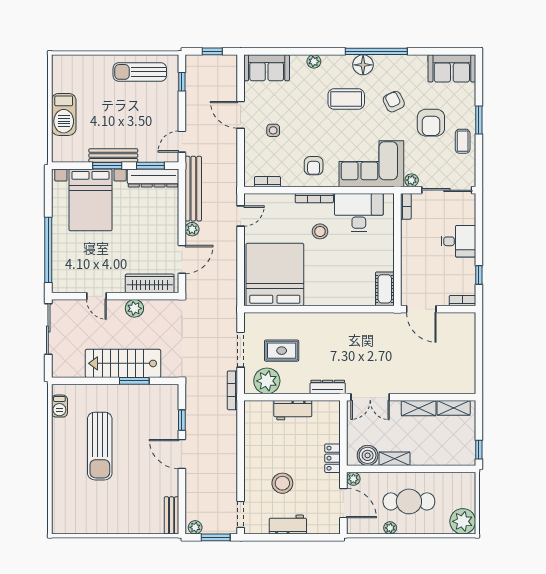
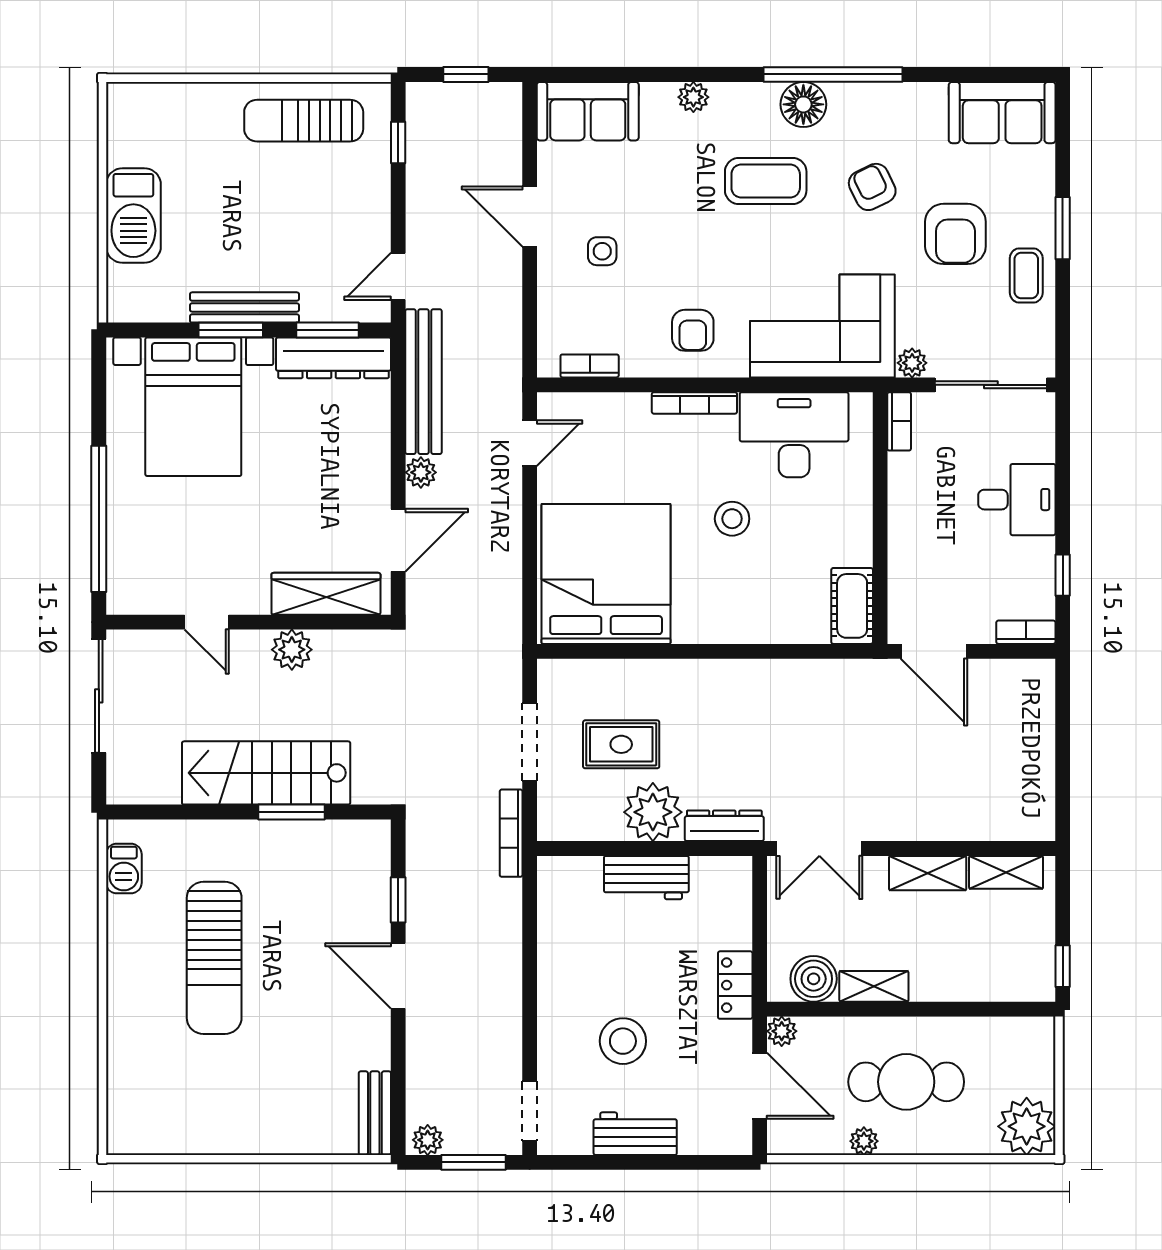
stool: (320, 231) -> (732, 519), moved
plant: (267, 381) -> (653, 812), moved

